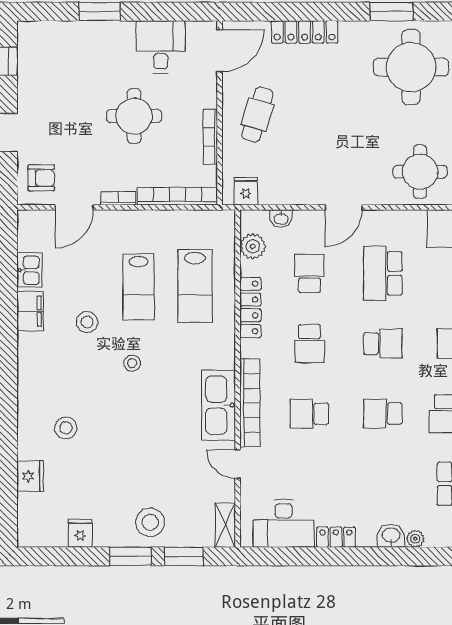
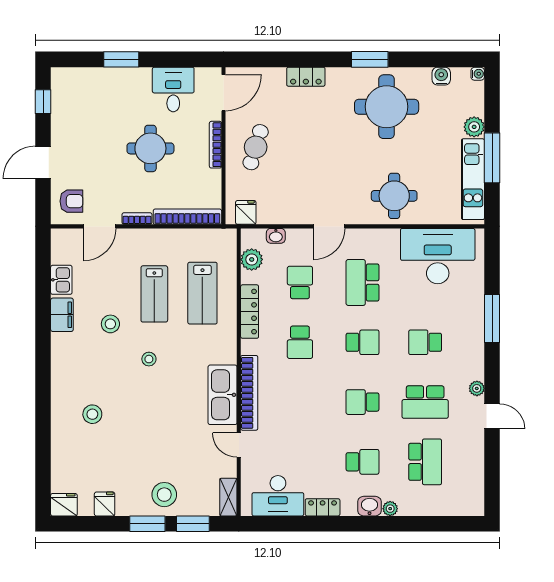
locker: (305, 32) -> (306, 77), width x0.66
bookcase: (210, 137) -> (215, 145), moved
school desk: (309, 414) -> (363, 462), moved, turned 180
fridge: (30, 476) -> (64, 505), moved, turned -90

